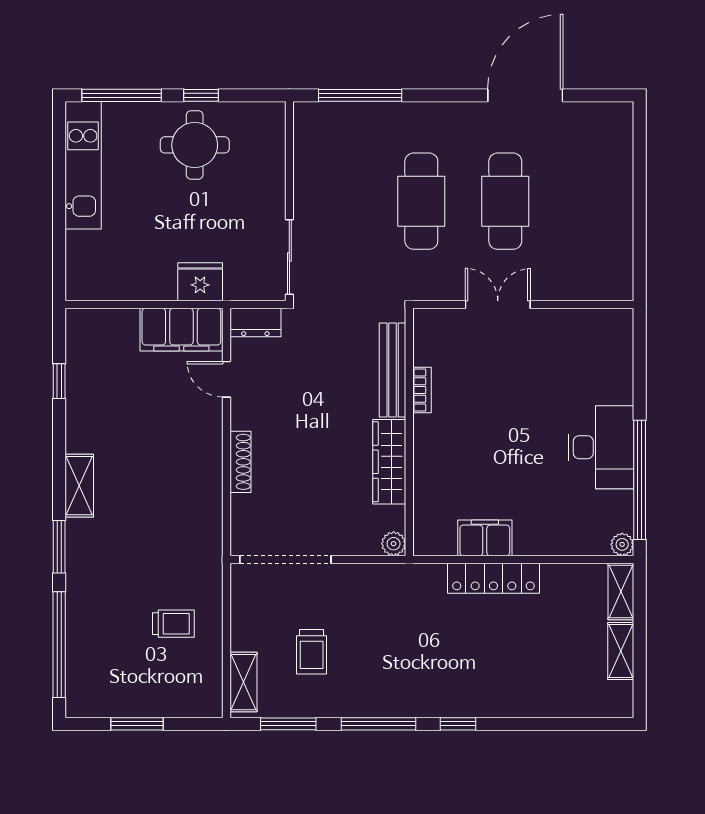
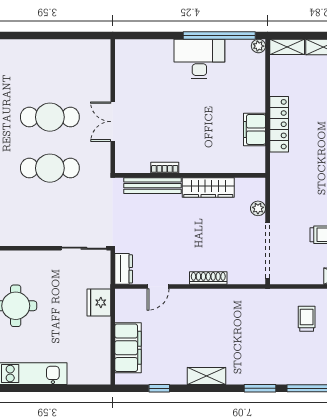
filing cabinet: (181, 330) -> (128, 348), moved
shelving: (79, 486) -> (206, 376), moved
plant: (394, 544) -> (258, 208), moved

